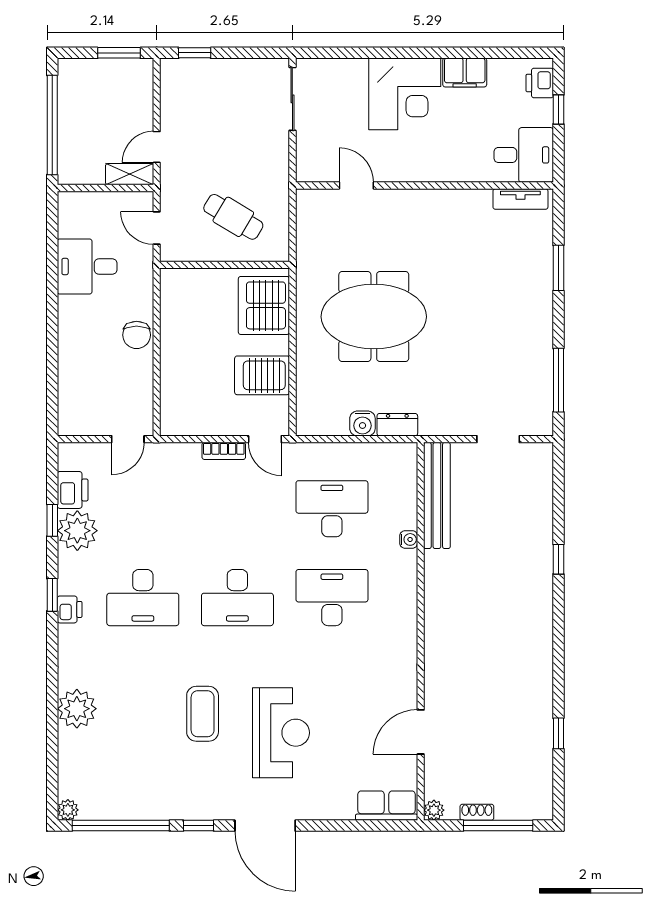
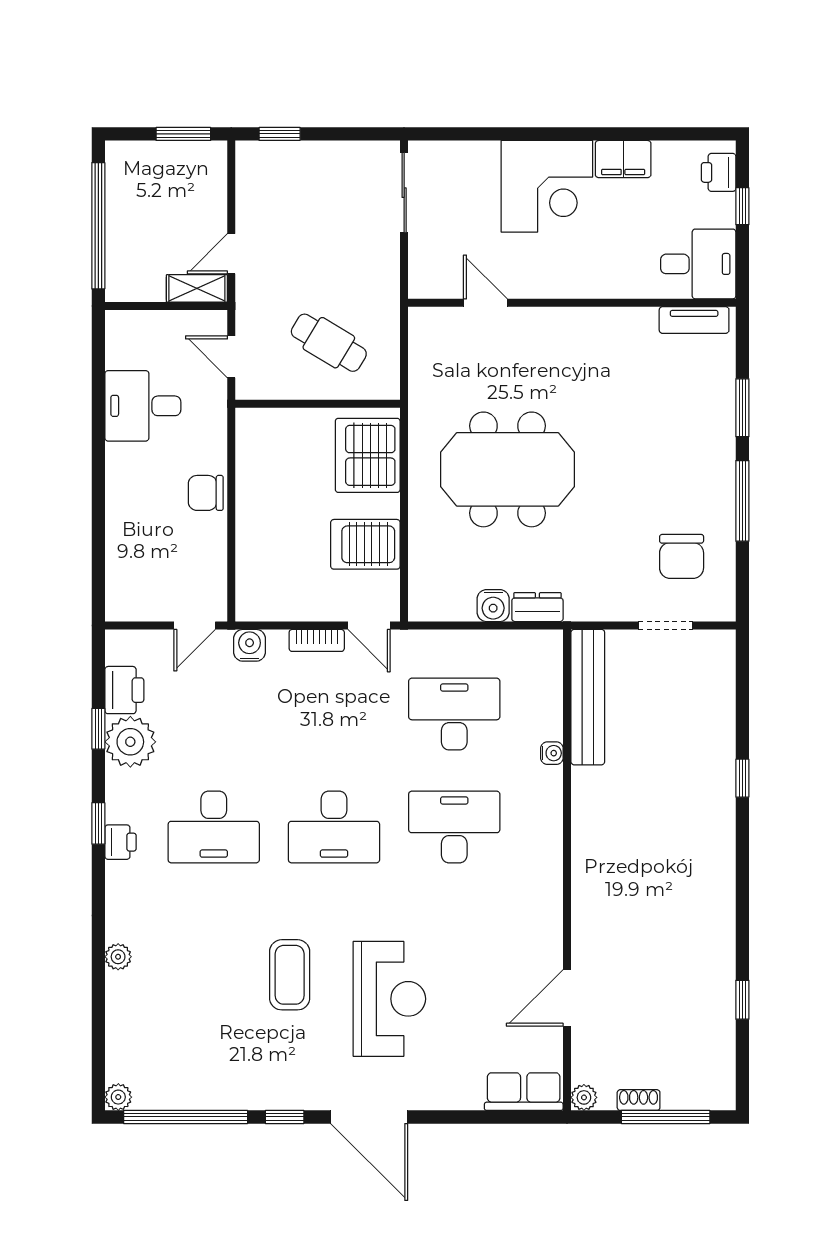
chair: (137, 335) -> (206, 493), turned 90
window: (558, 380) -> (742, 501), moved
chair: (511, 385) -> (682, 556), added
water cooler: (171, 455) -> (250, 645), added
plant: (77, 709) -> (118, 957), width x0.53, depth x0.53

